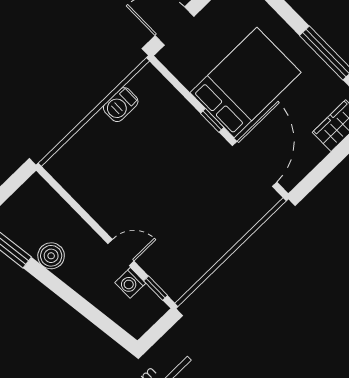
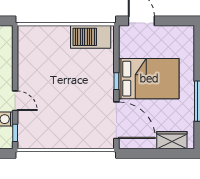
barbecue: (121, 105) -> (91, 37), width x1.88, depth x1.53
door: (255, 164) -> (116, 120), hinge flipped

